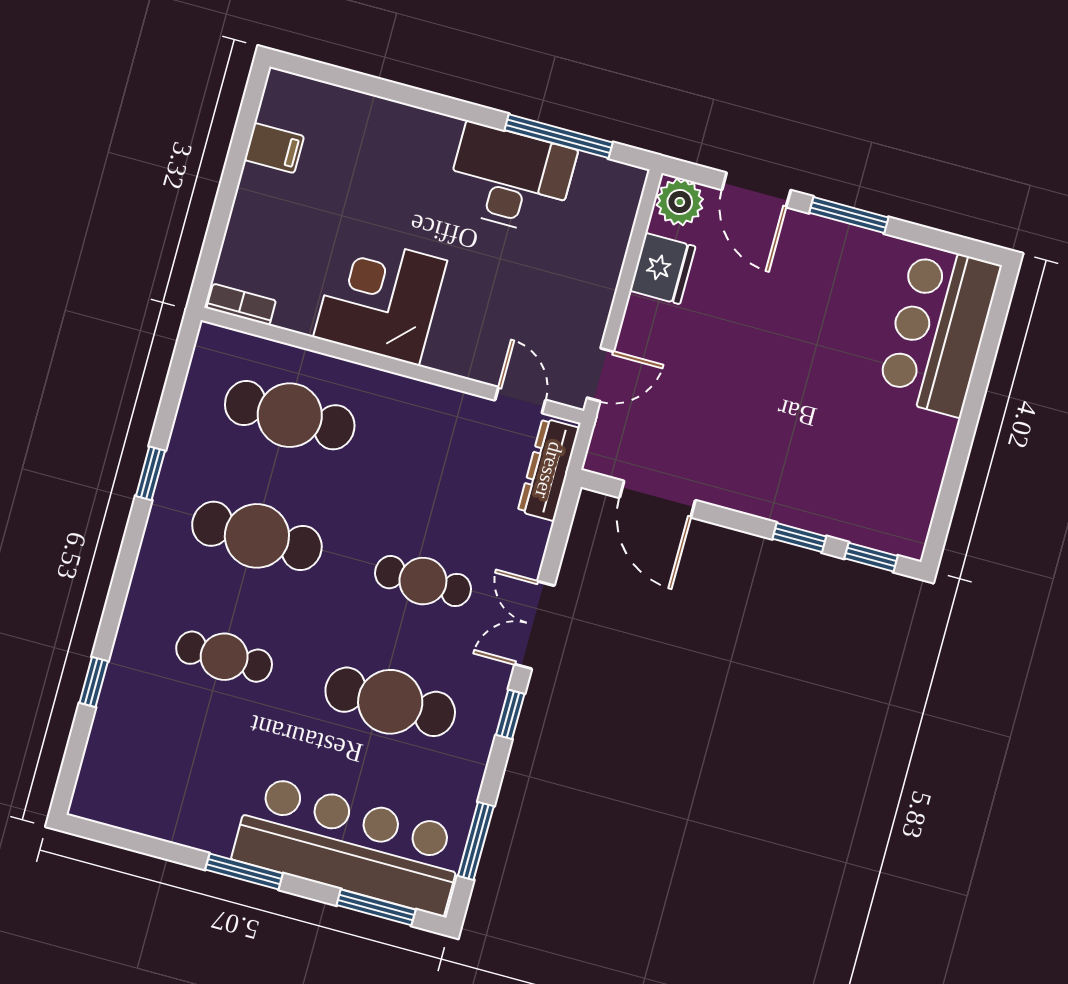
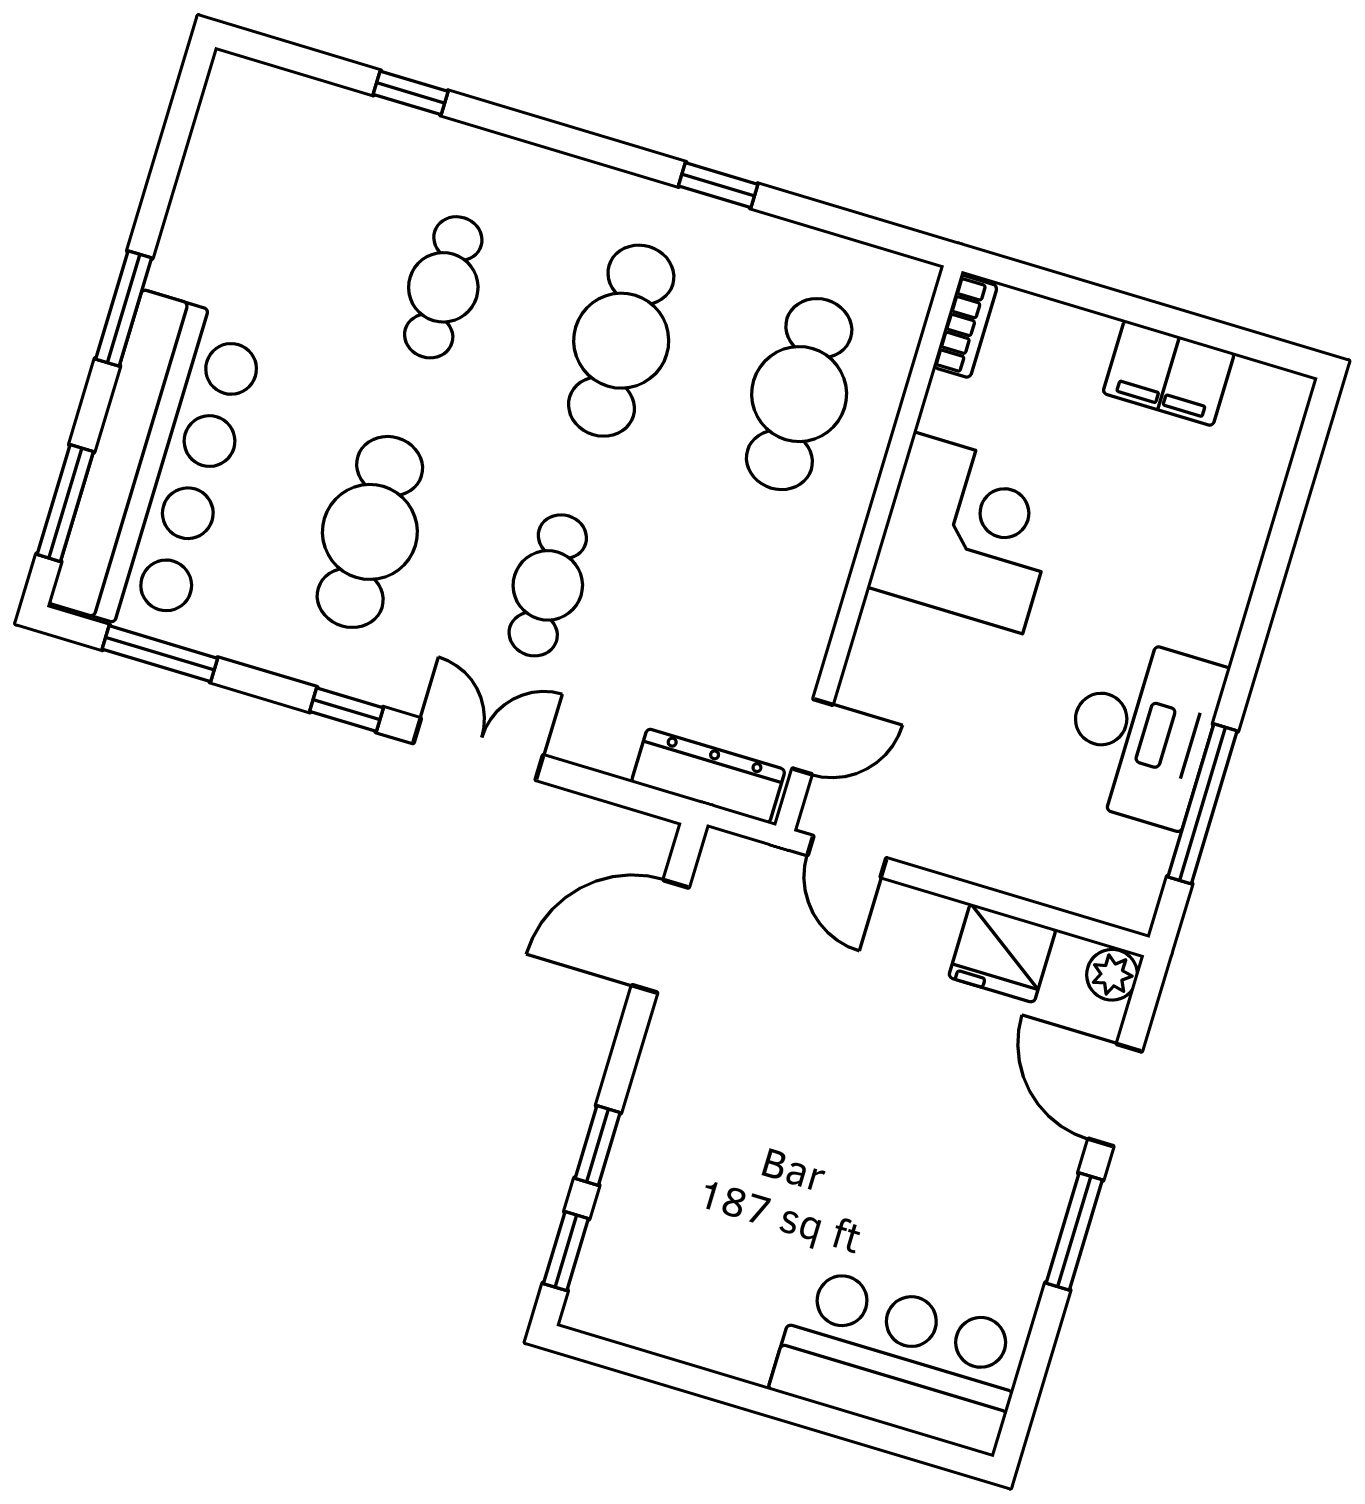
filing cabinet: (274, 148) -> (1169, 373), width x2.00
door: (756, 190) -> (1115, 1095), hinge flipped
plant: (680, 202) -> (1112, 975), width x0.73, depth x0.73

